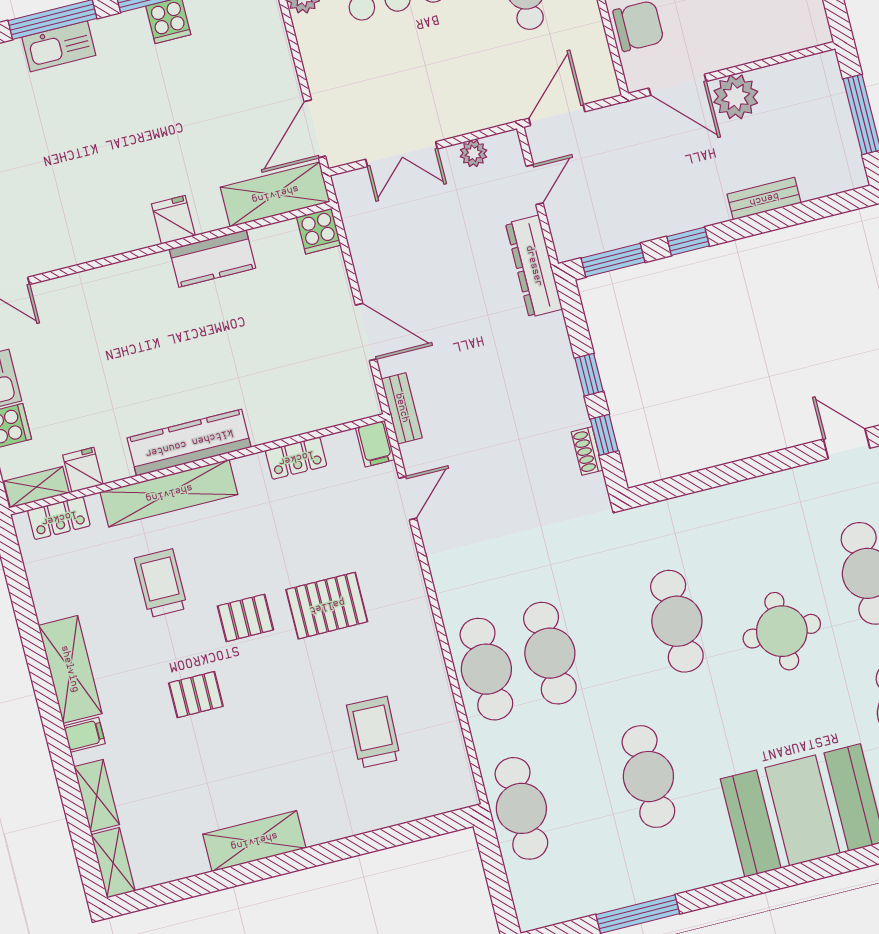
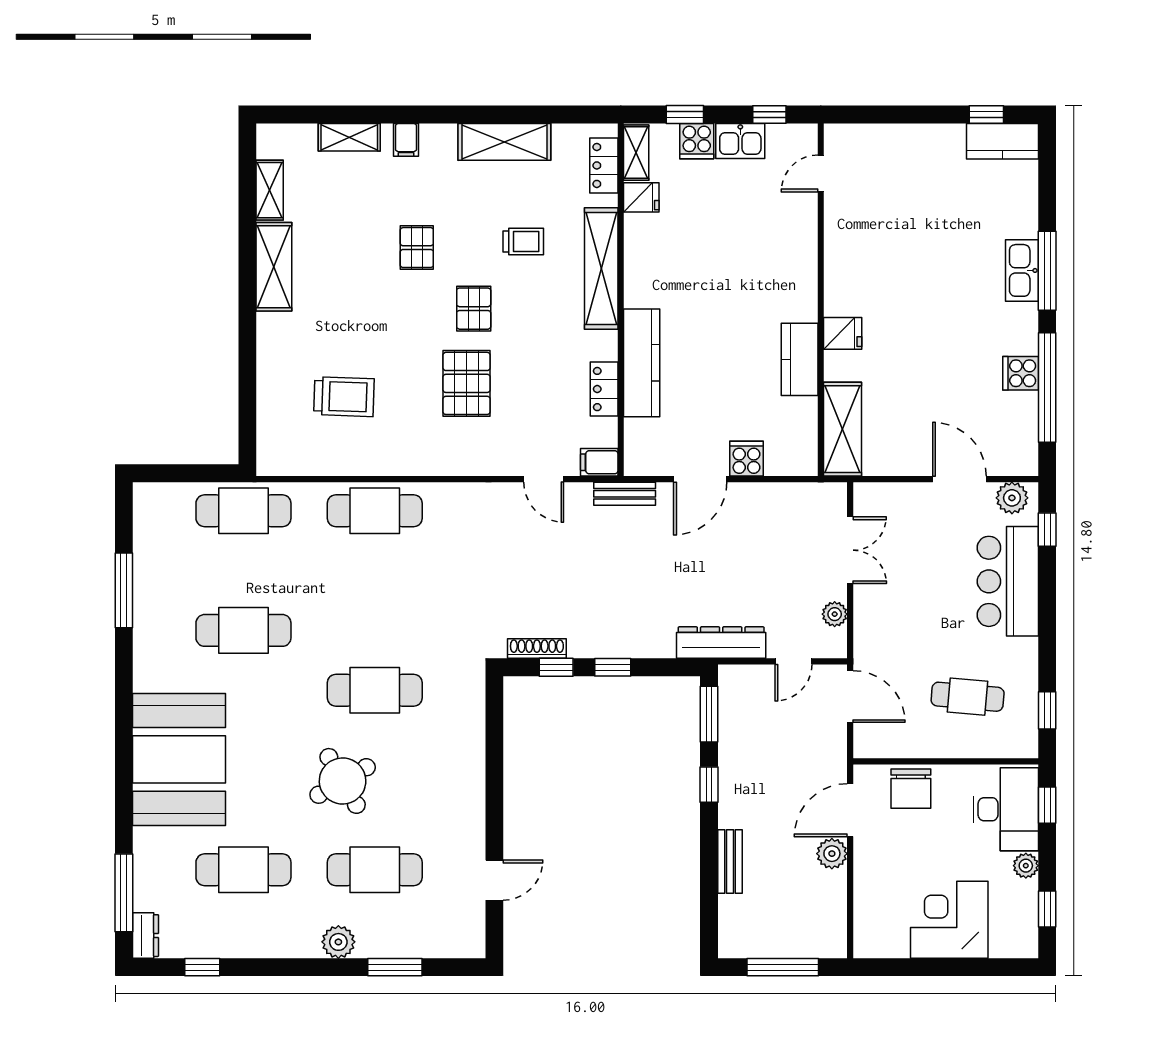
plant: (736, 97) -> (832, 854), width x0.73, depth x0.73
door: (315, 129) -> (960, 479), moved
double door: (402, 154) -> (850, 550), swing flipped
door: (535, 185) -> (793, 661), hinge flipped
cooker: (319, 231) -> (746, 459), moved, turned 90
kitchen counter: (189, 443) -> (642, 363), moved
shoe rack: (587, 451) -> (537, 649), width x1.43
trolley: (161, 583) -> (523, 241), width x0.73, depth x0.72
round table: (782, 631) -> (343, 781), turned -30
cafe table: (550, 653) -> (375, 571), removed
shelving: (70, 669) -> (504, 142), moved
shelving: (113, 863) -> (270, 190), moved, turned 90

